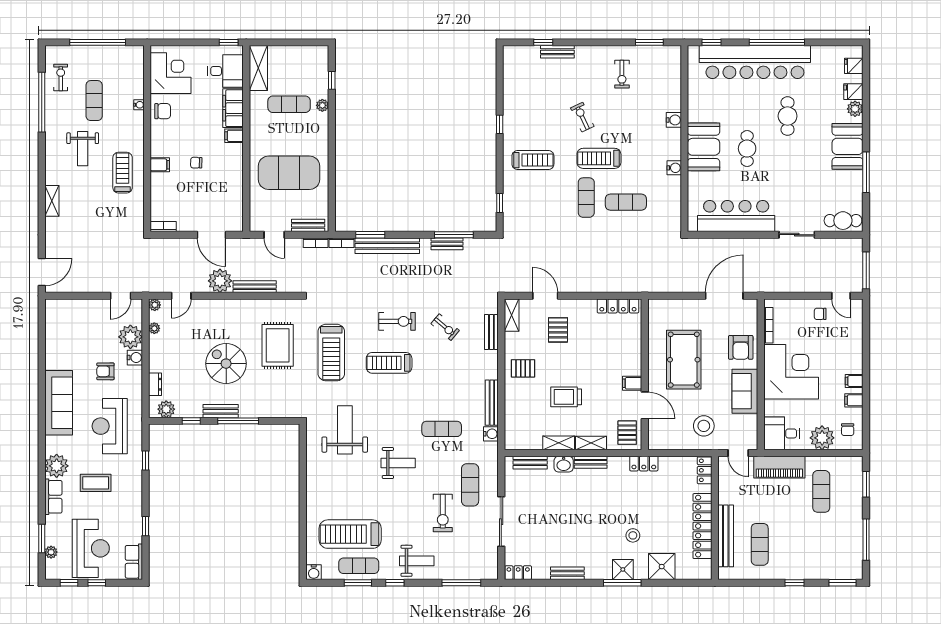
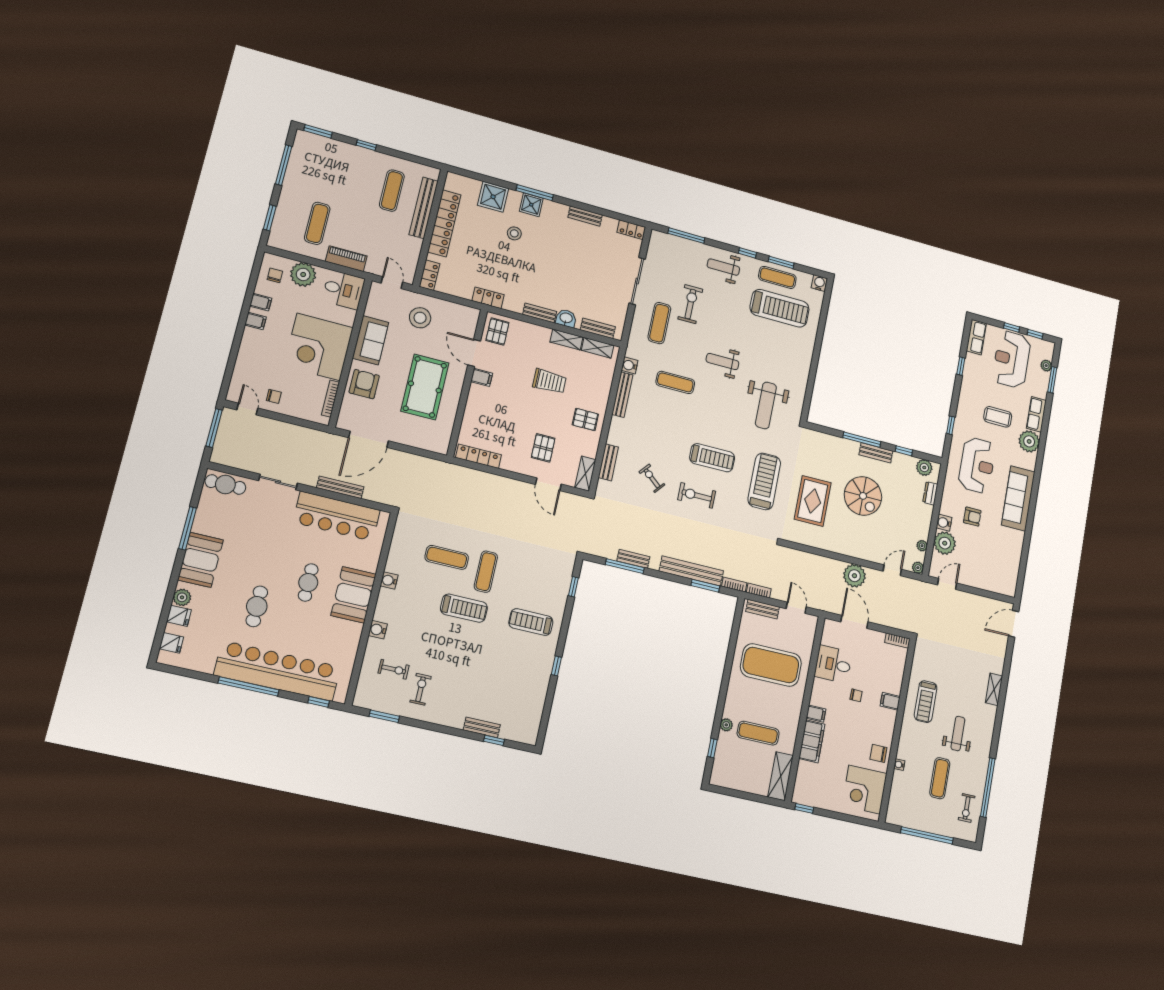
desk: (226, 71) -> (833, 664), moved
exercise bike: (582, 117) -> (394, 669), moved, turned -65
bench: (255, 287) -> (340, 487), moved
shelving: (591, 443) -> (598, 348), moved
piano: (779, 467) -> (346, 259), width x0.73, depth x0.75

